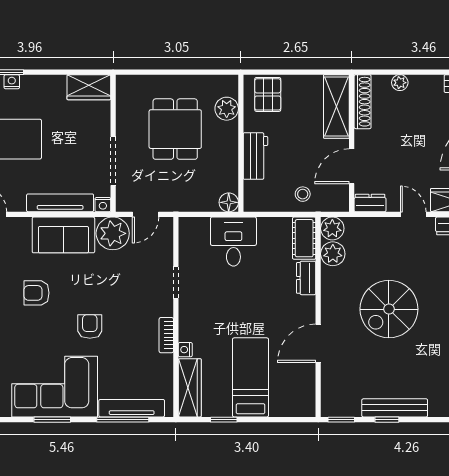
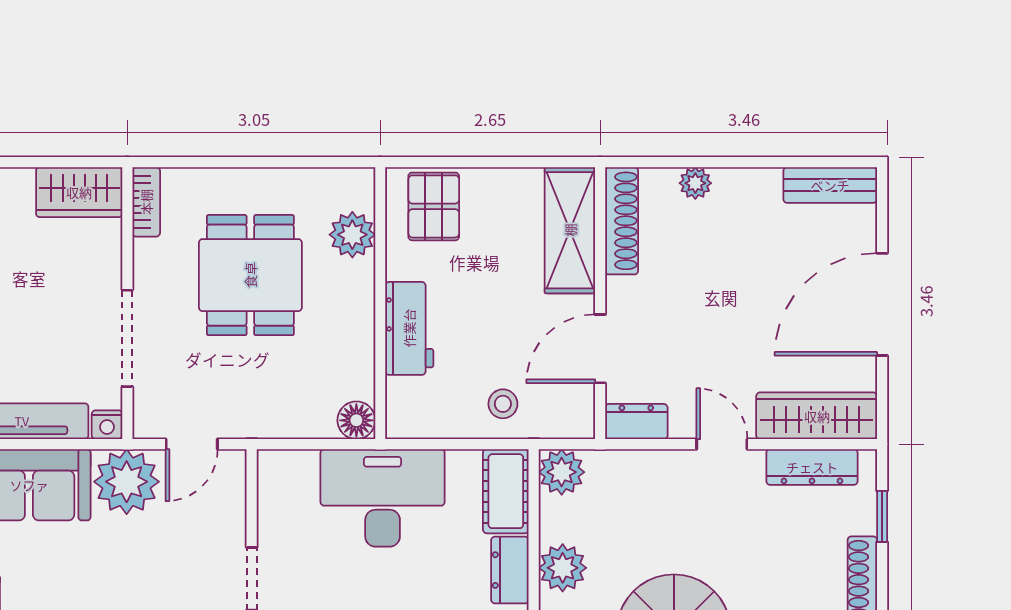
bookcase: (123, 92) -> (146, 202), added
desk: (233, 242) -> (383, 498), width x1.37
plant: (333, 254) -> (563, 568), moved

